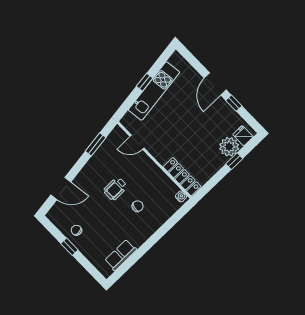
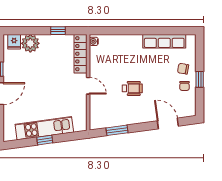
door: (137, 142) -> (88, 86), moved
window: (234, 161) -> (58, 31), moved
chair: (138, 206) -> (183, 69), moved
row of seats: (121, 255) -> (164, 41), width x1.48

